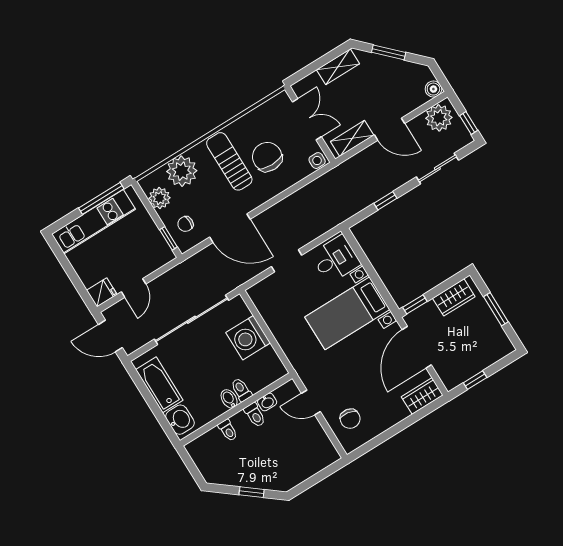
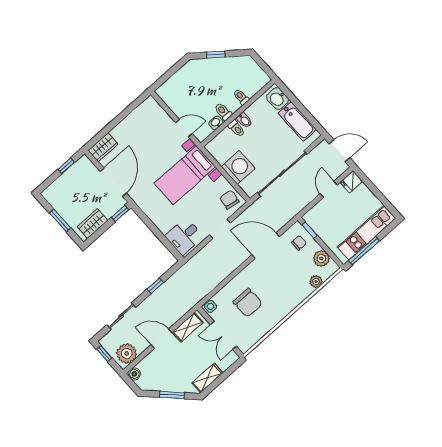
sun lounger: (229, 161) -> (275, 294), removed
plant: (182, 171) -> (316, 282), width x0.53, depth x0.53
bed with nightstands: (347, 313) -> (185, 175), moved, turned 180
chair: (350, 419) -> (229, 200), moved

